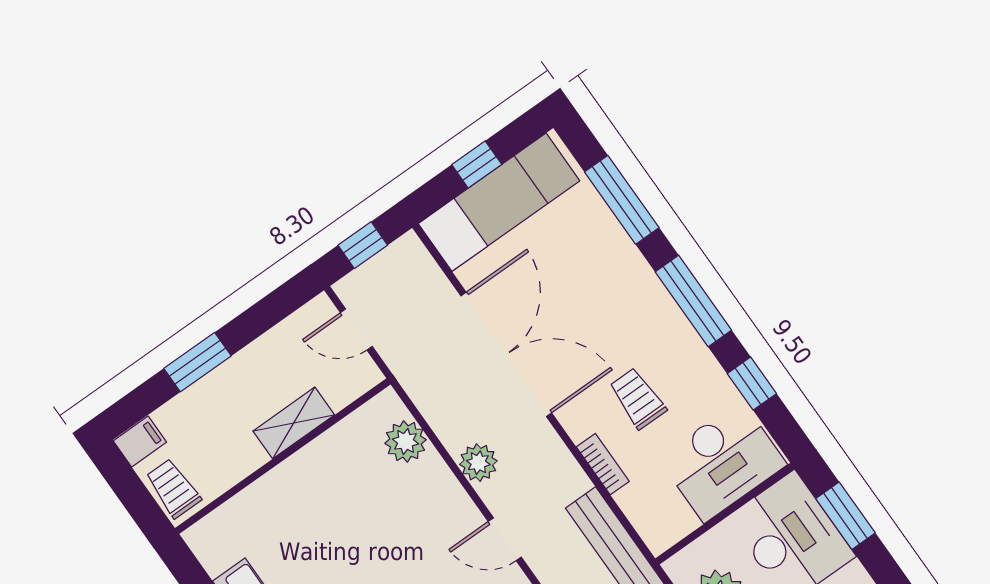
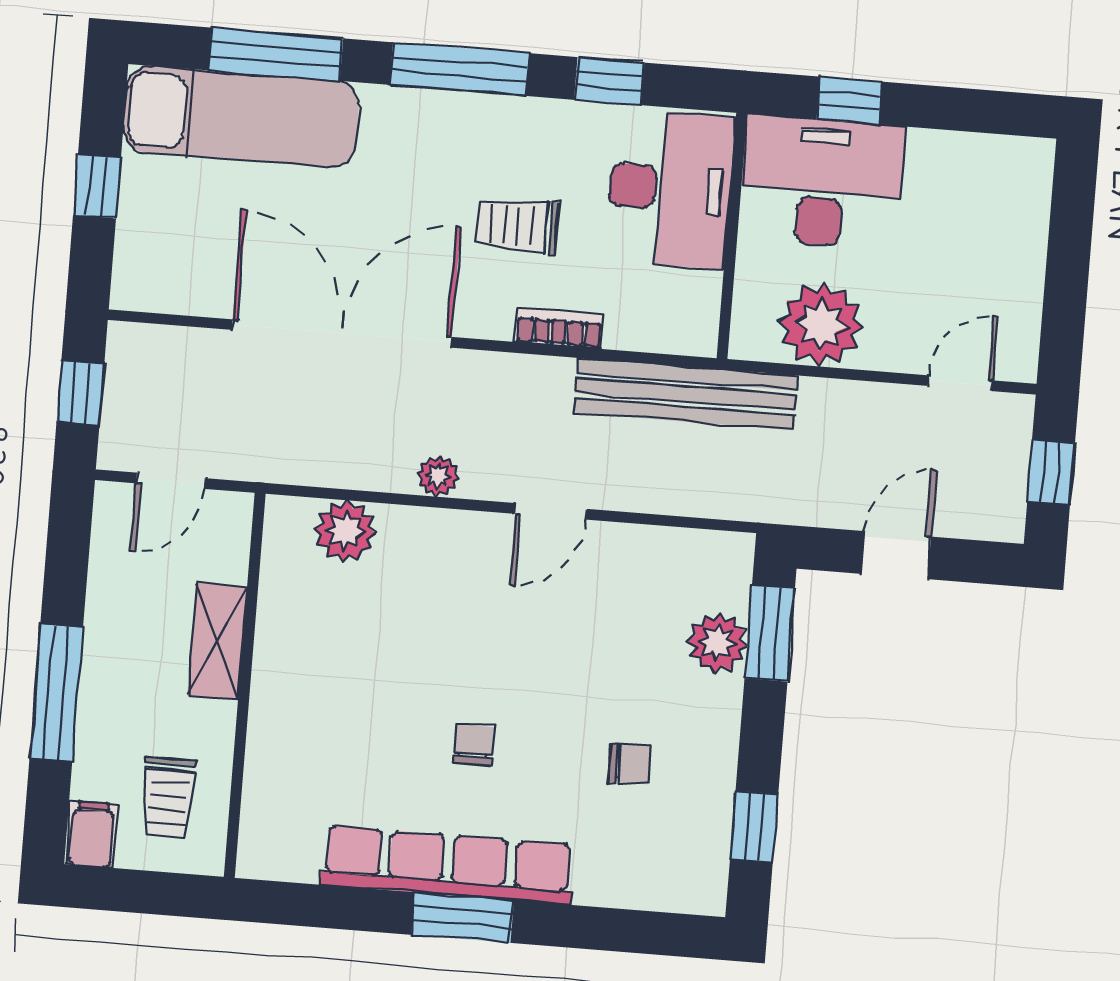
exam couch: (499, 202) -> (241, 117), moved, turned 90
window: (198, 362) -> (56, 693), width x1.44
plant: (478, 463) -> (438, 476), width x0.73, depth x0.73
trolley: (173, 488) -> (168, 797), moved, turned -90
window: (846, 516) -> (849, 100), width x0.67

